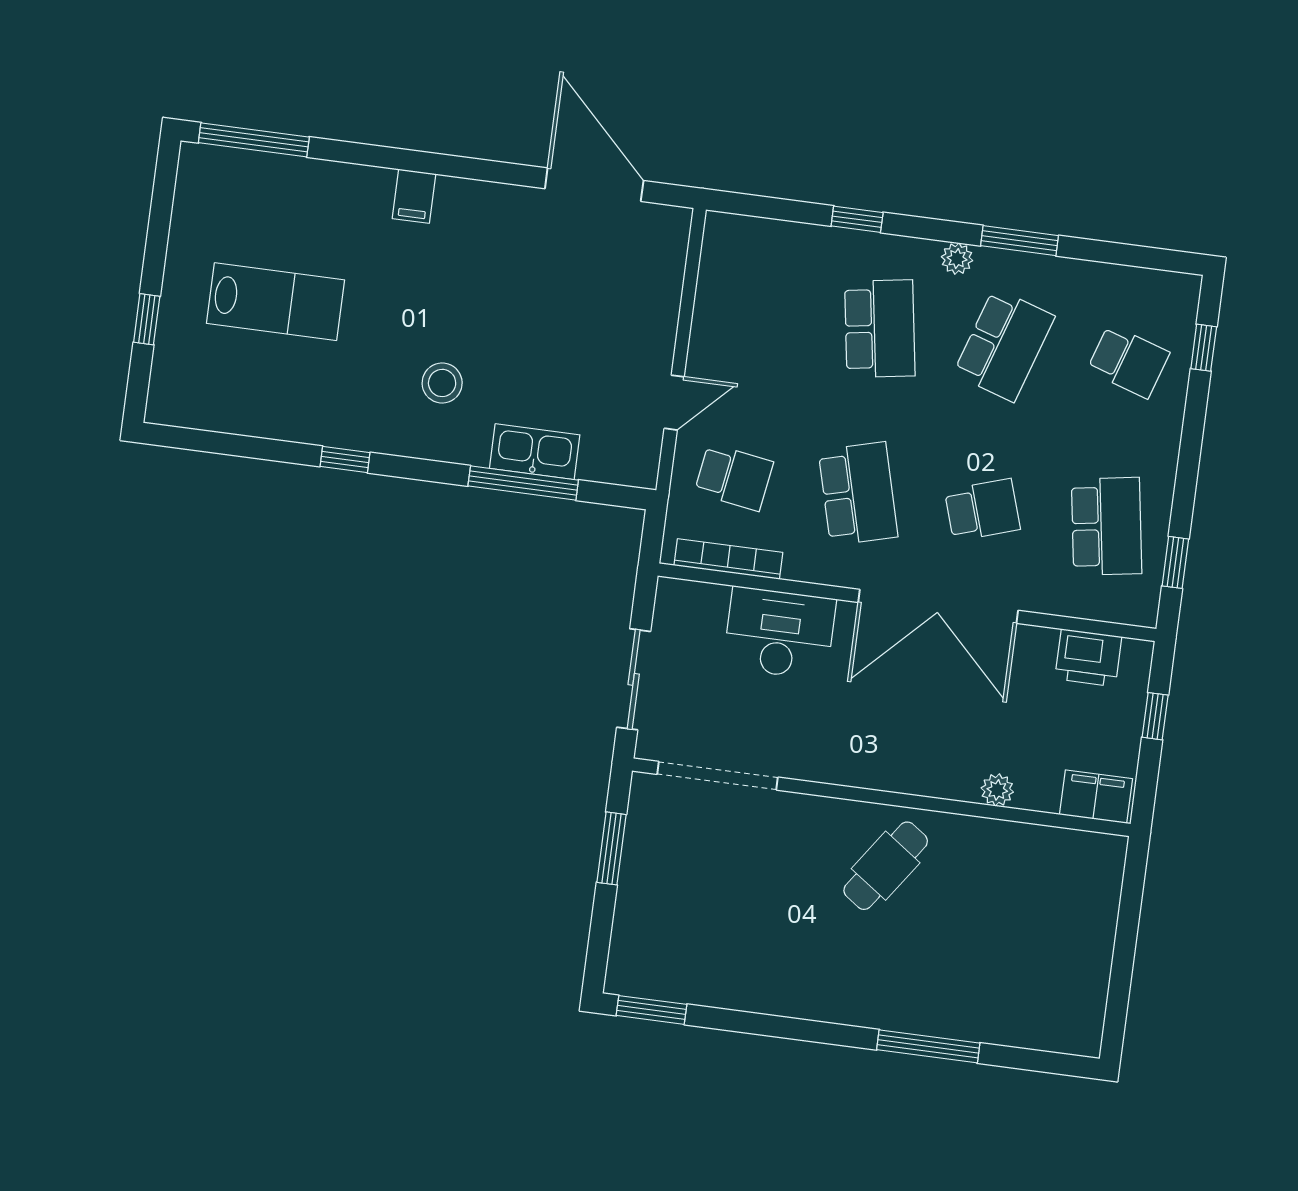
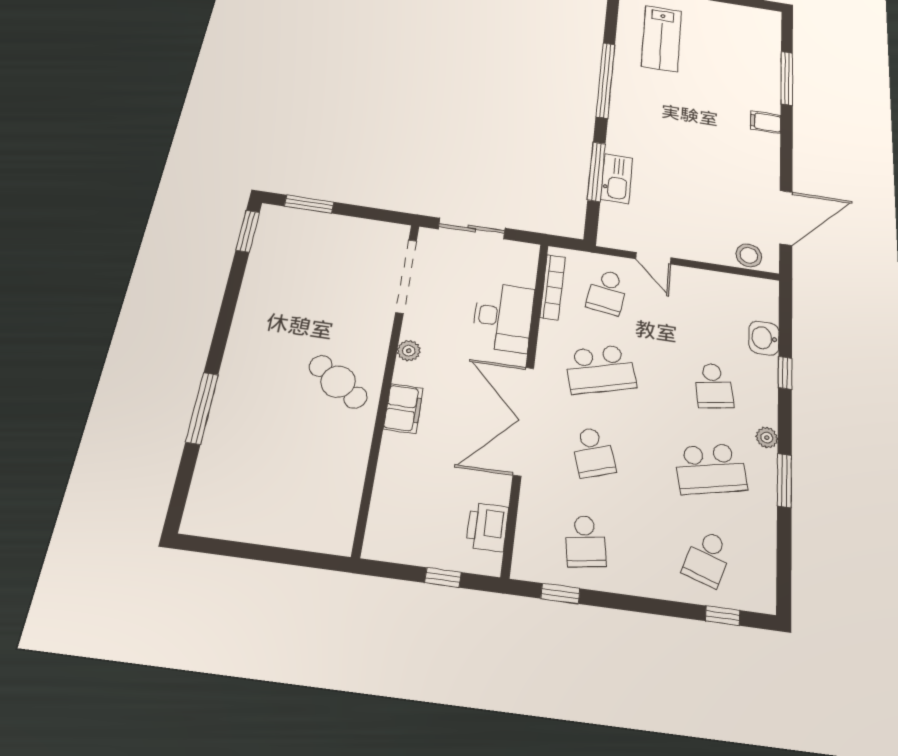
window: (254, 140) -> (787, 78), moved
washbasin: (802, 245) -> (764, 338), added
lab bench: (275, 302) -> (661, 38), moved
school desk: (880, 329) -> (714, 386), width x0.54
school desk: (1004, 345) -> (711, 469), turned -30
stool: (442, 383) -> (749, 255), moved
window: (345, 460) -> (605, 80), width x3.17
school desk: (1107, 526) -> (585, 541), width x0.54
plant: (997, 790) -> (409, 351), moved
filing cabinet: (1096, 797) -> (403, 408), moved
window: (611, 848) -> (309, 204), moved

